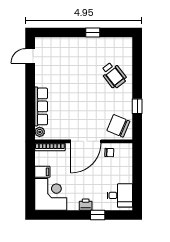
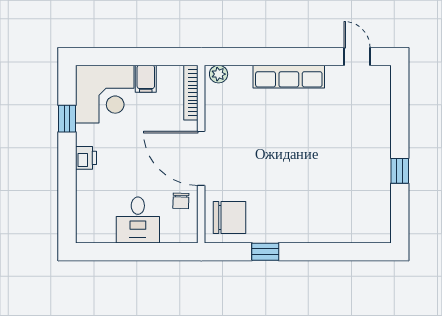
wheelchair: (114, 75) -> (322, 209), removed
row of seats: (41, 106) -> (289, 77), moved
chair: (118, 126) -> (230, 218), turned 67
desk: (120, 195) -> (138, 220), moved
window: (98, 215) -> (67, 119), moved

